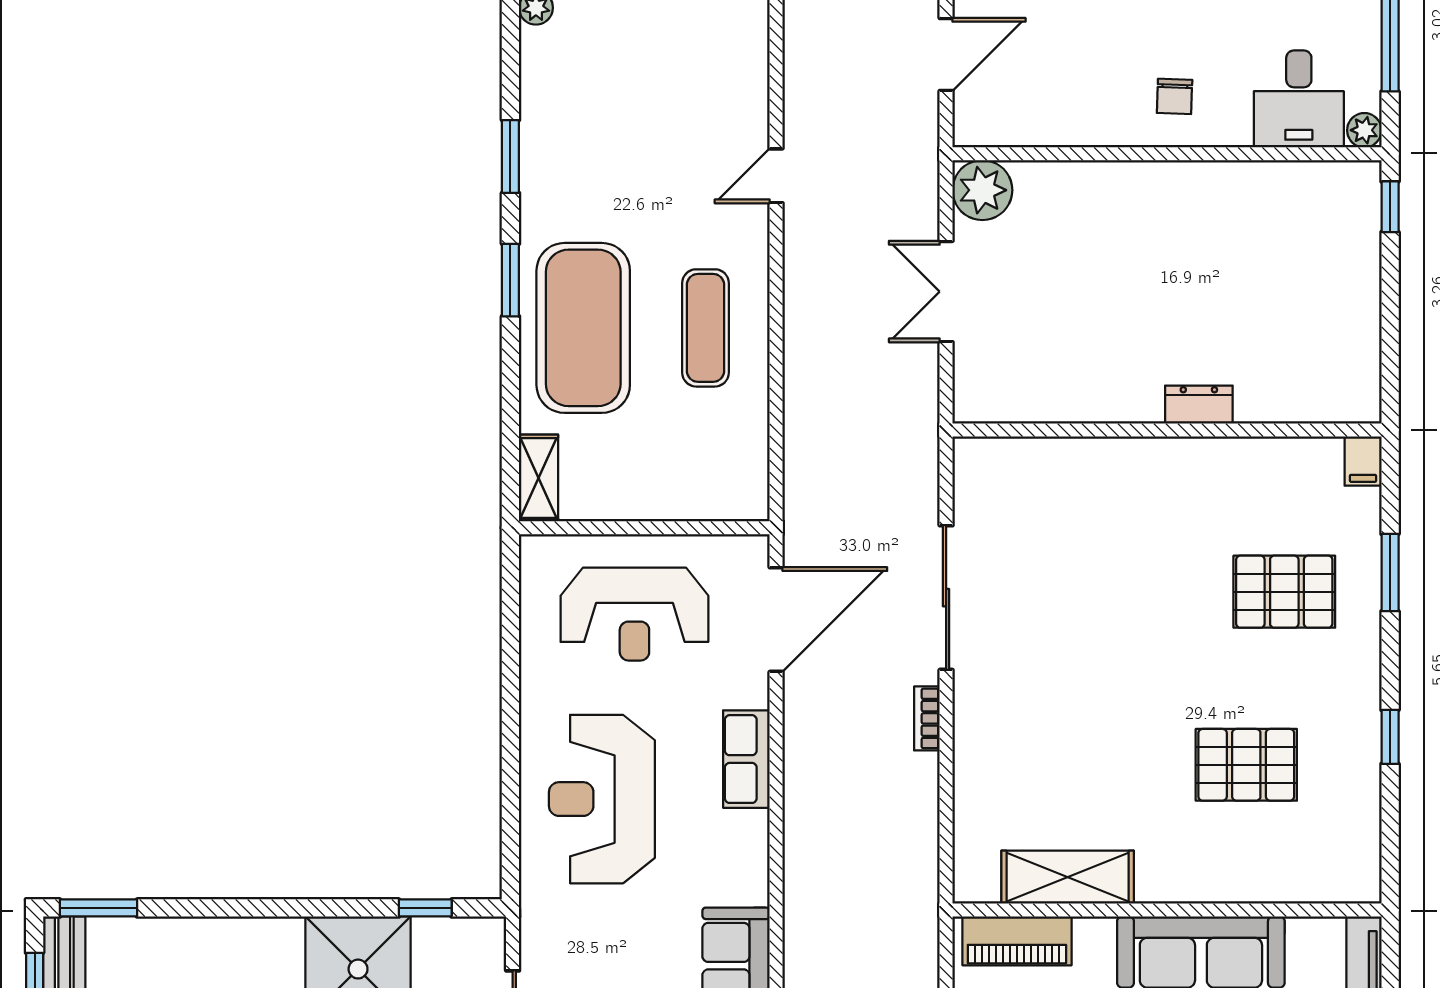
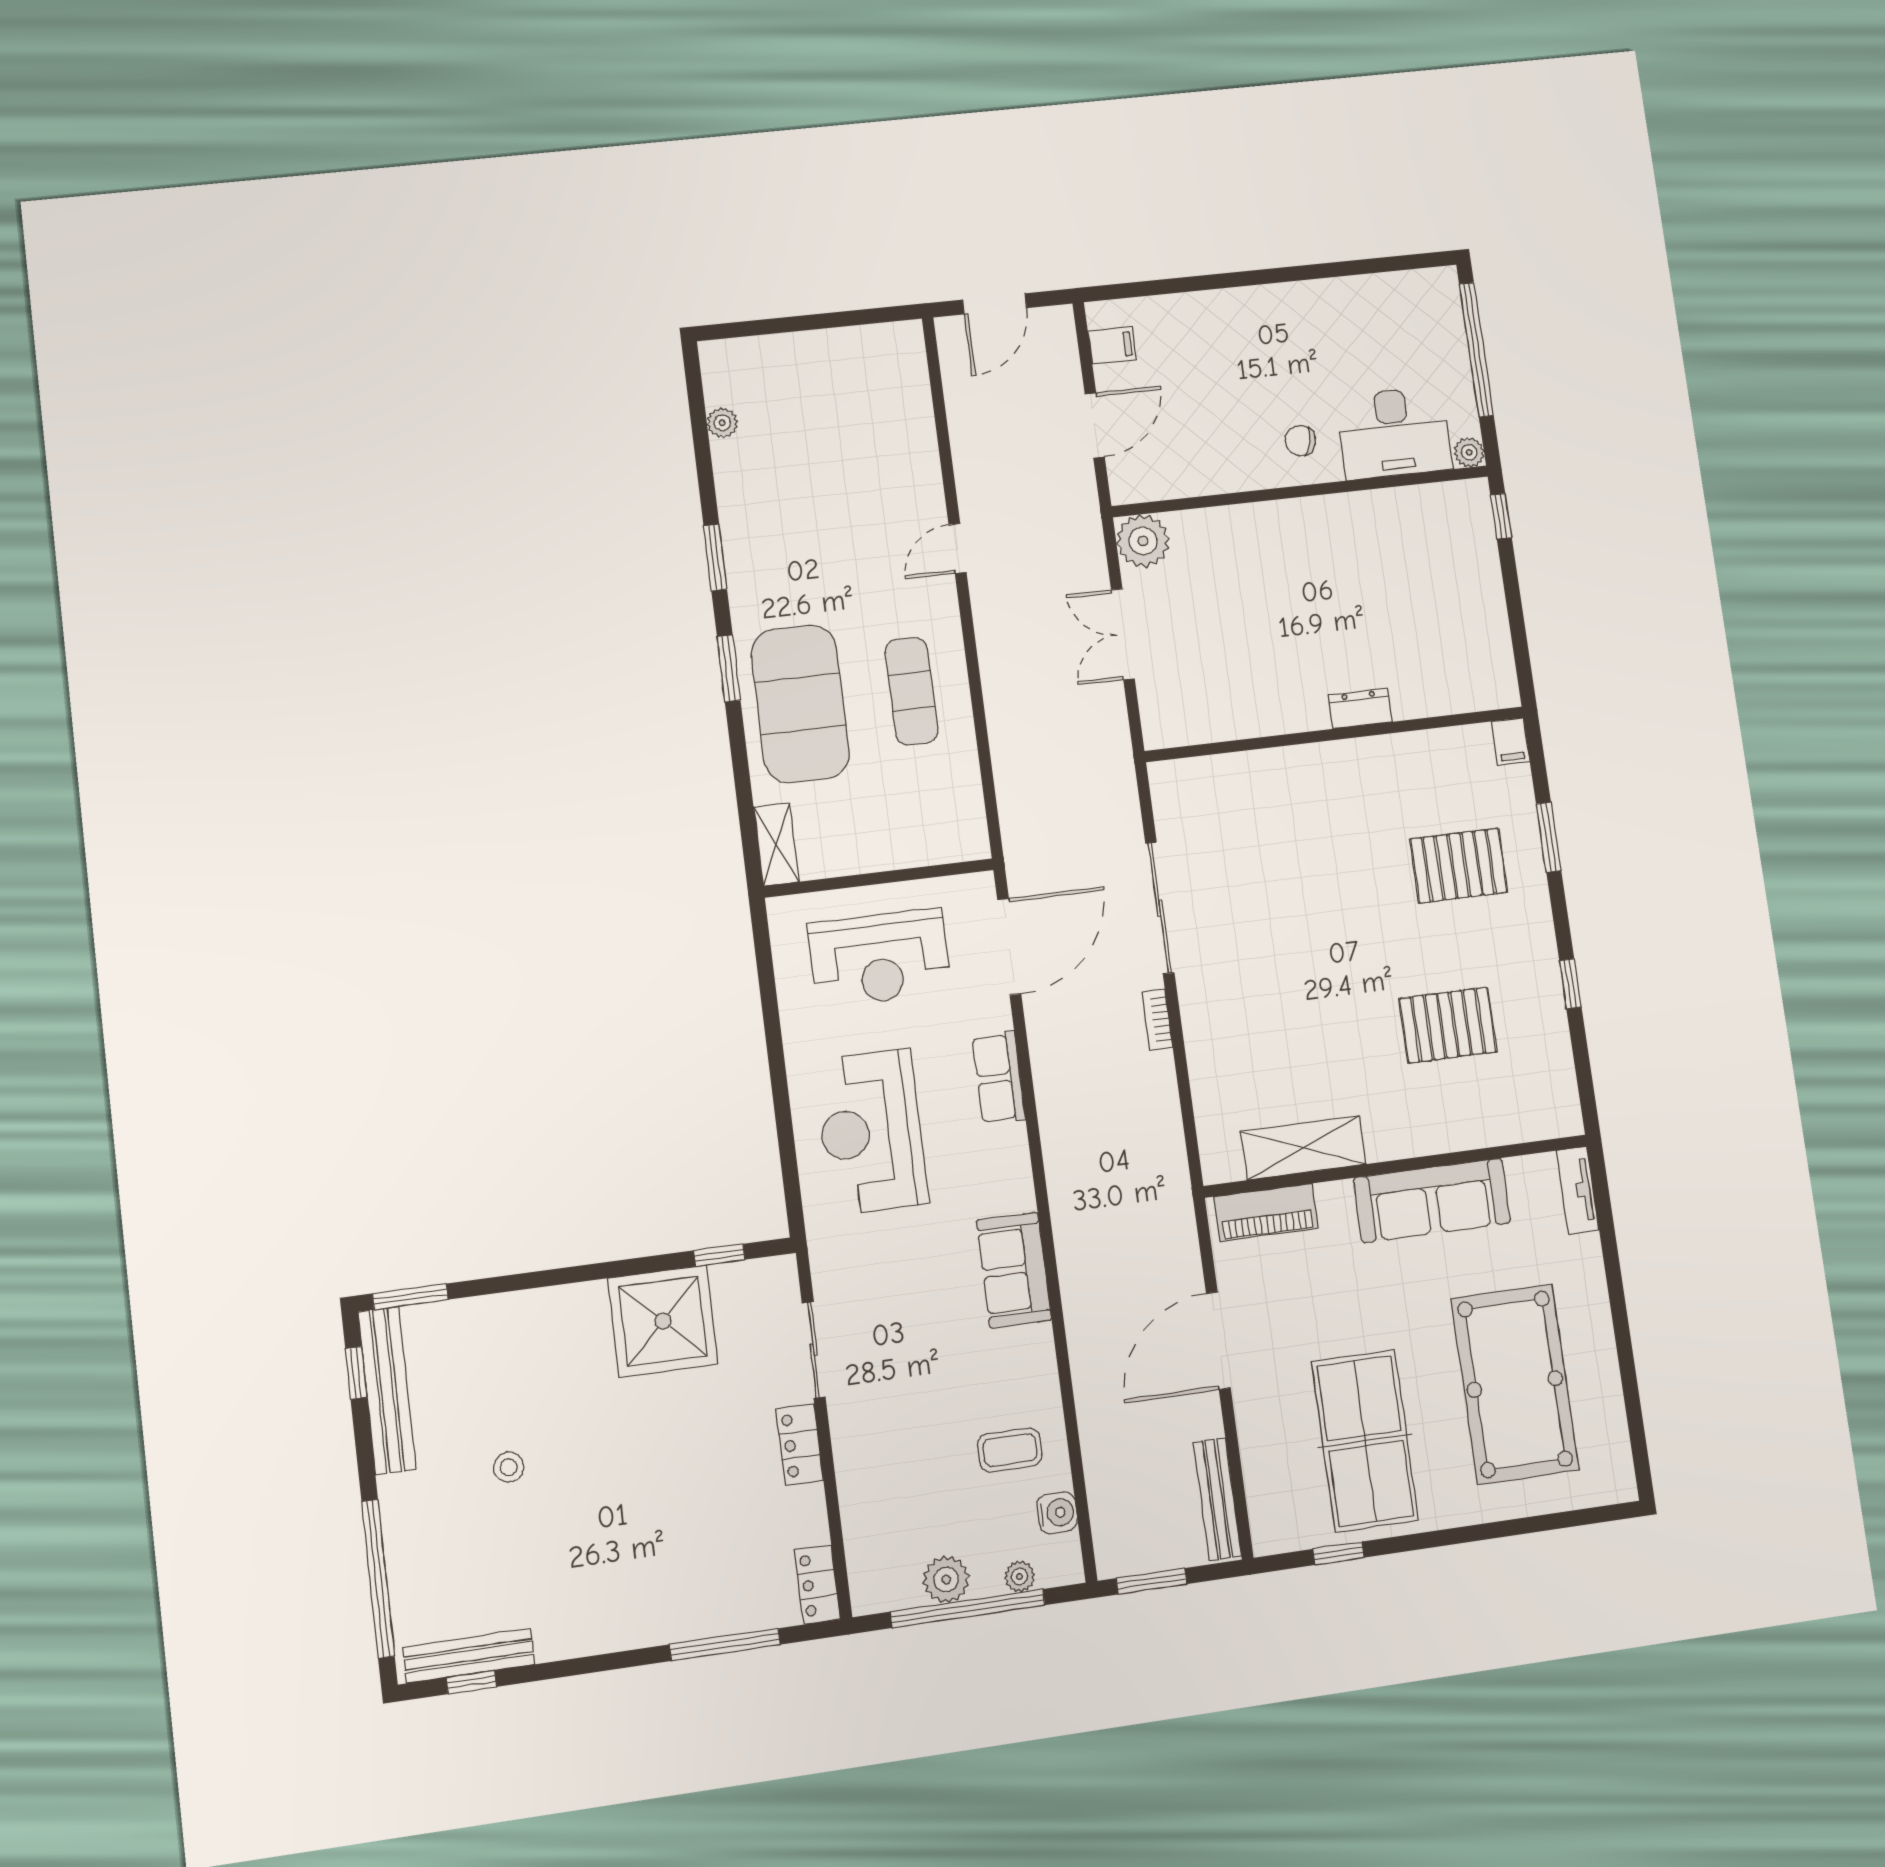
chair: (1175, 96) -> (1300, 441), turned 102
desk: (1299, 99) -> (1394, 433), width x1.37

